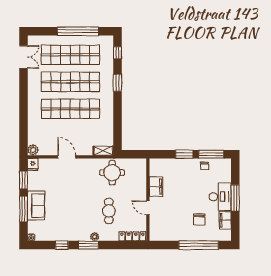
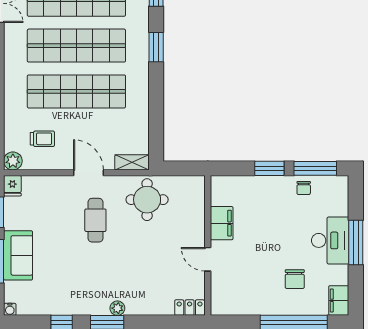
trolley: (50, 137) -> (42, 139), added
door: (67, 157) -> (88, 173), moved
cafe table: (109, 211) -> (95, 220), moved
filing cabinet: (225, 220) -> (339, 300), moved
locker: (132, 236) -> (190, 308), width x0.66

